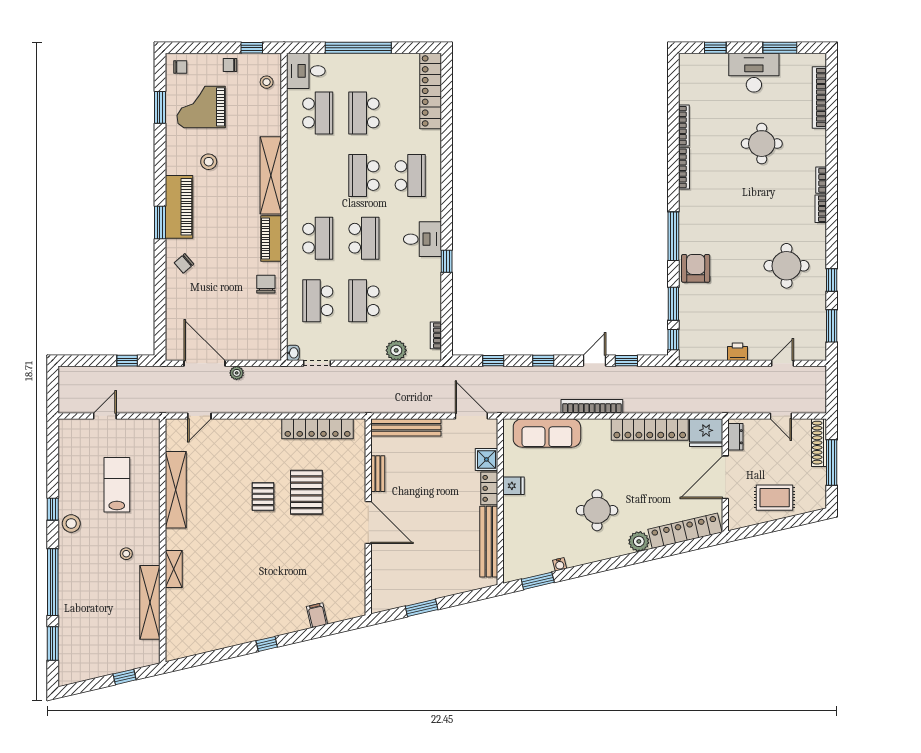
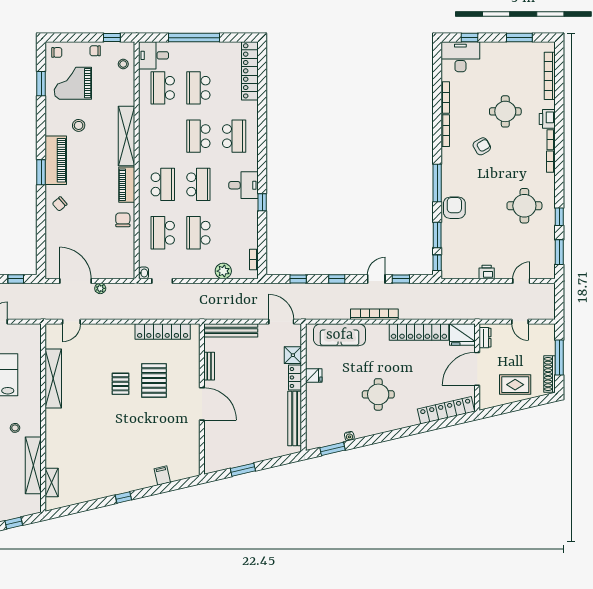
desk: (754, 73) -> (460, 57), moved
school desk: (318, 113) -> (163, 88), turned 180
printer: (816, 153) -> (547, 119), added
armchair: (731, 189) -> (482, 146), added
shoe rack: (819, 443) -> (549, 374), moved
plant: (639, 541) -> (410, 418), removed
shelving: (174, 569) -> (52, 482), moved

